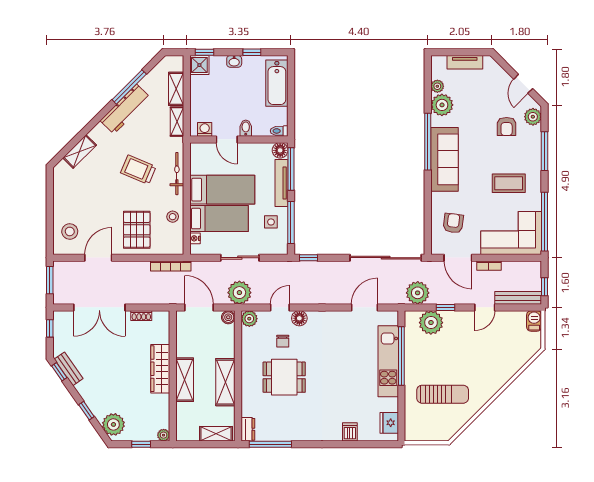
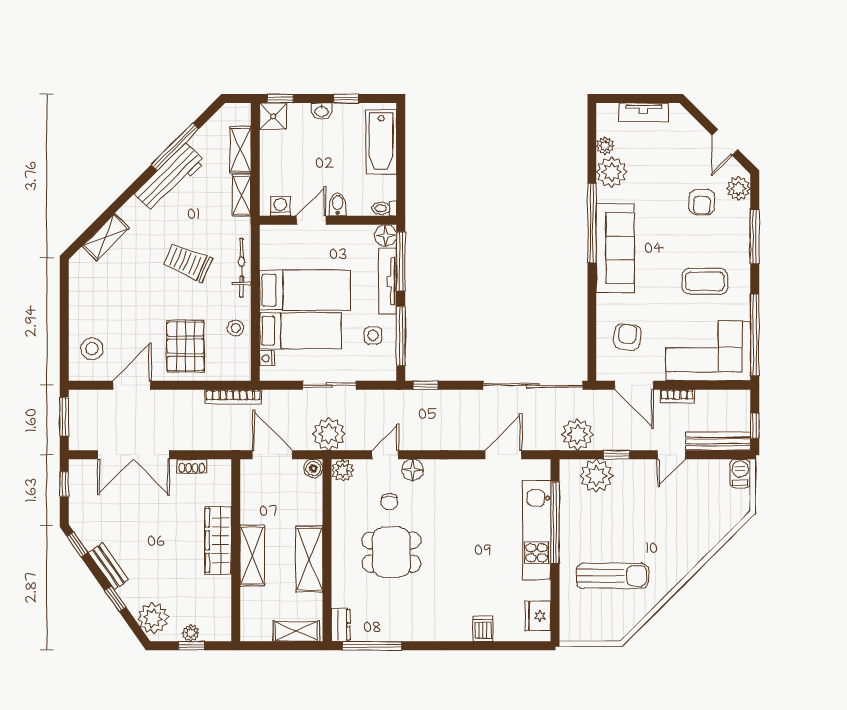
door: (227, 139) -> (311, 220), swing flipped
bench: (69, 369) -> (109, 566), moved
plant: (164, 435) -> (191, 633), moved

